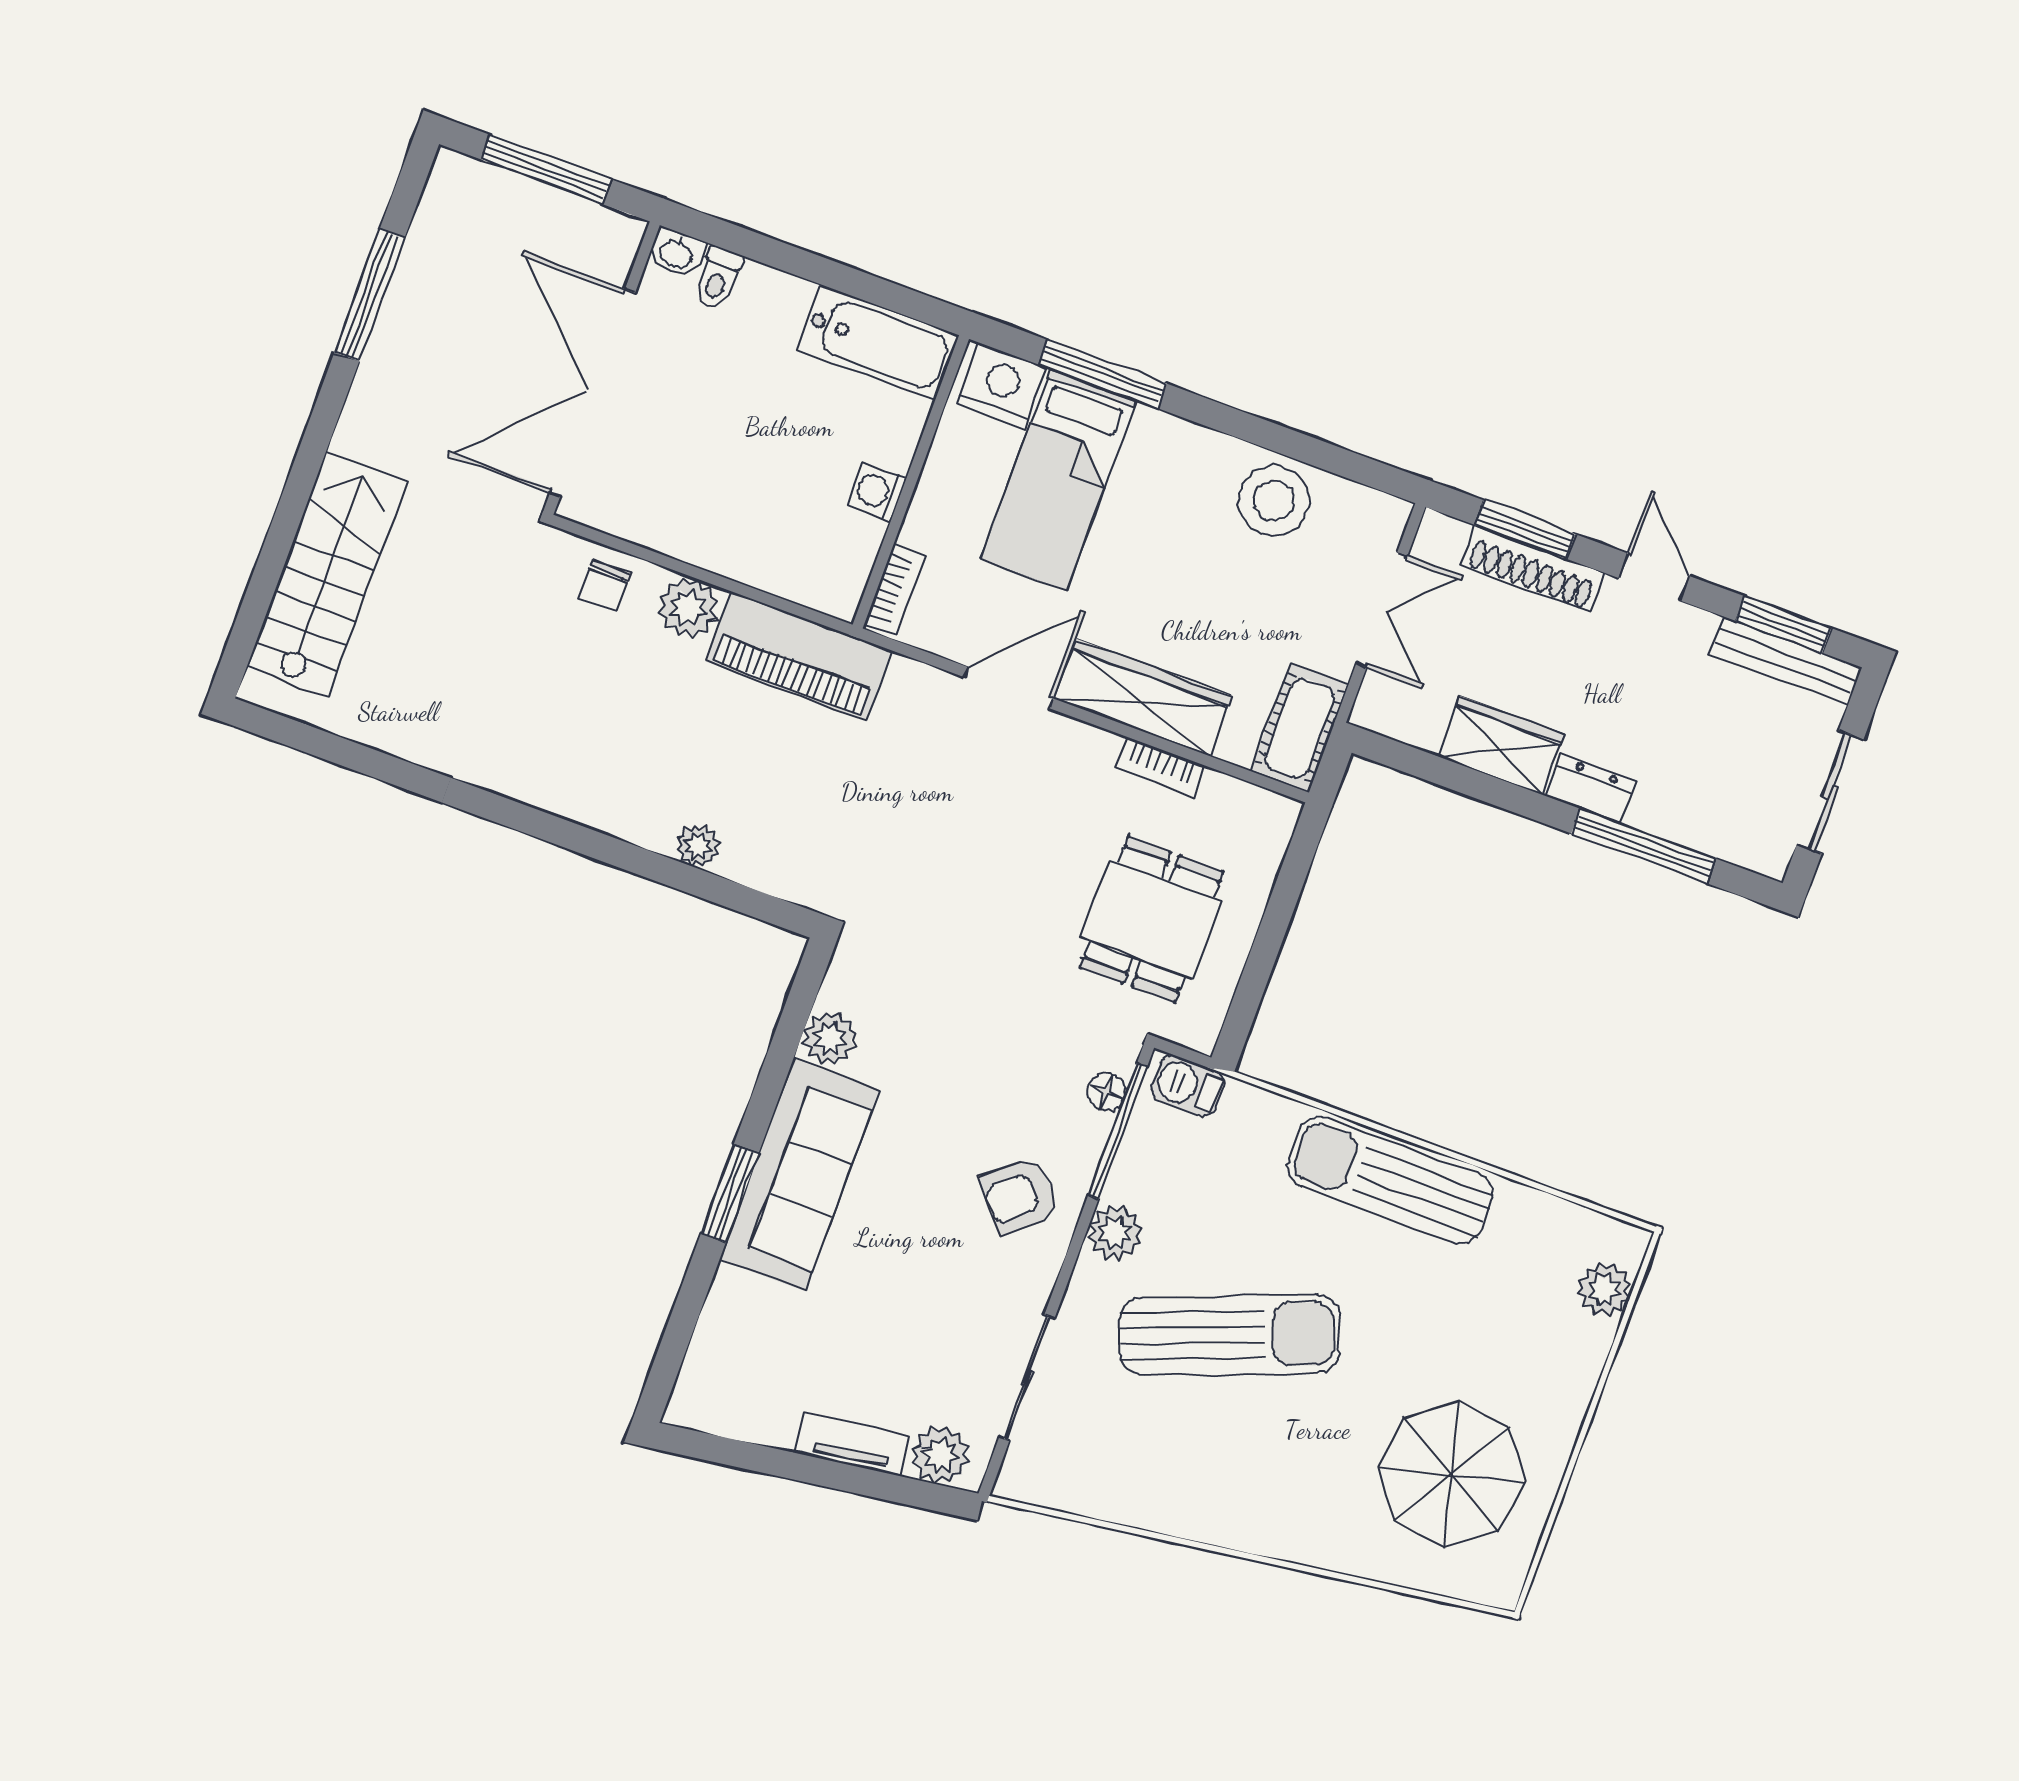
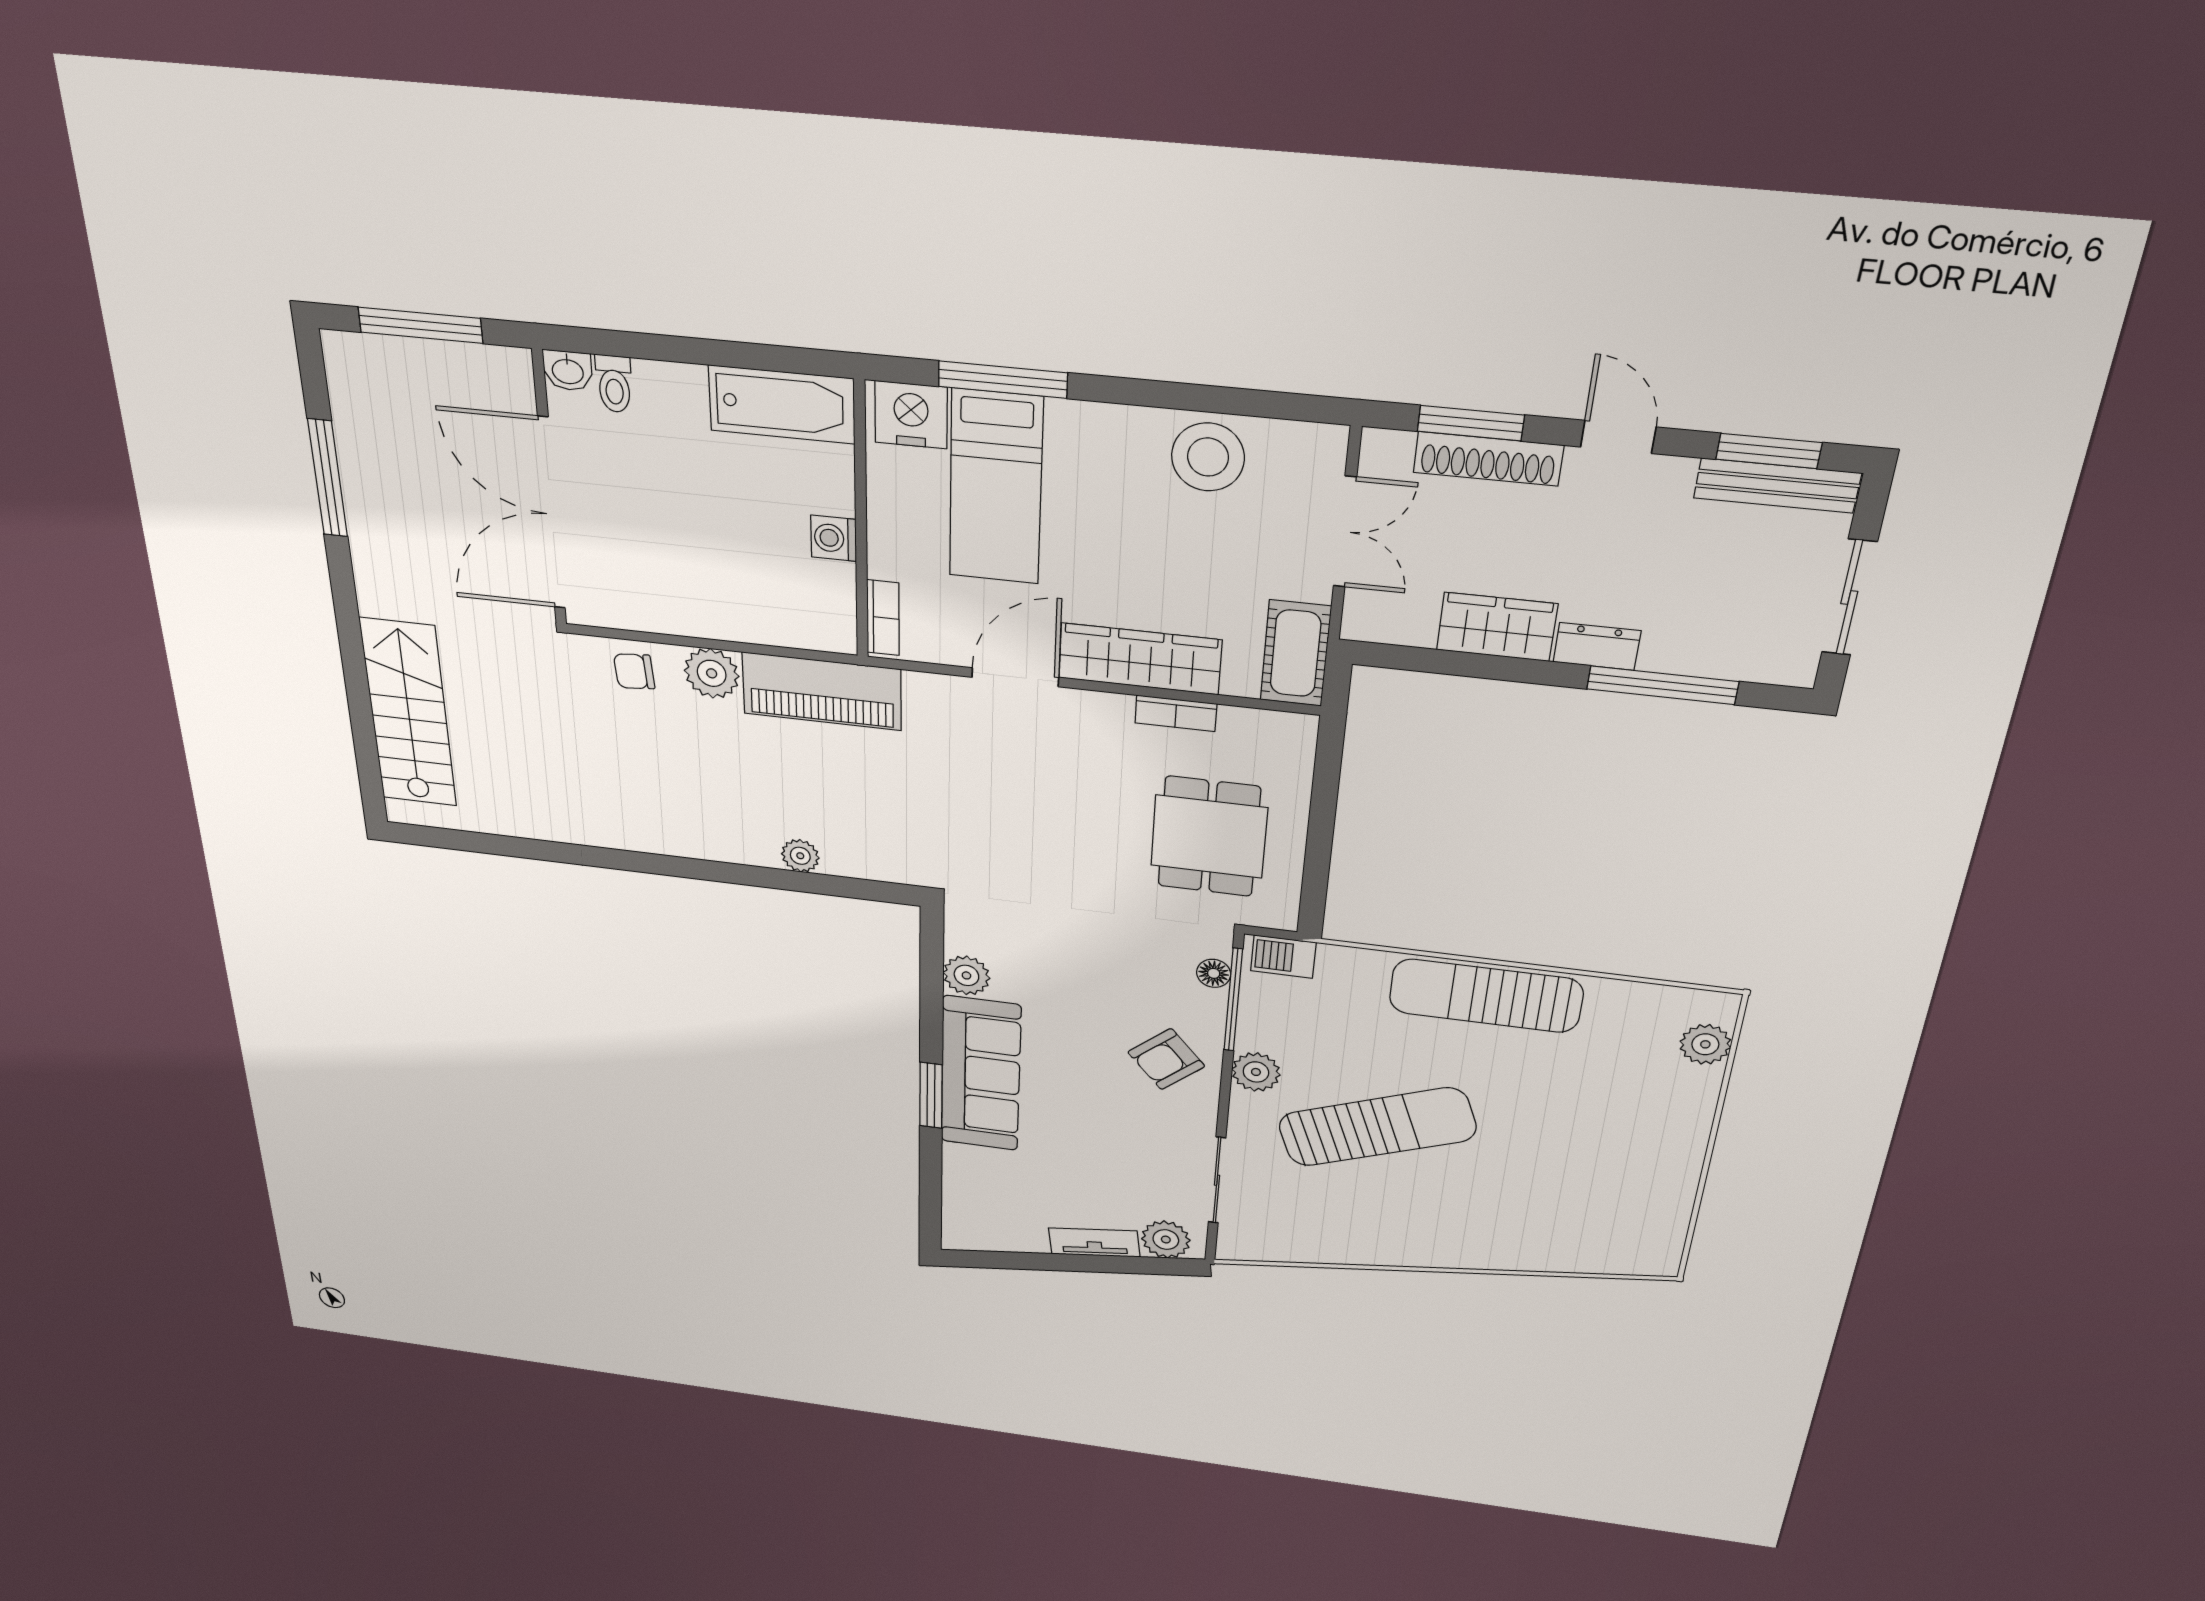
chair: (604, 586) -> (634, 671), turned 85
parasol: (1451, 1474) -> (1598, 1194), removed

